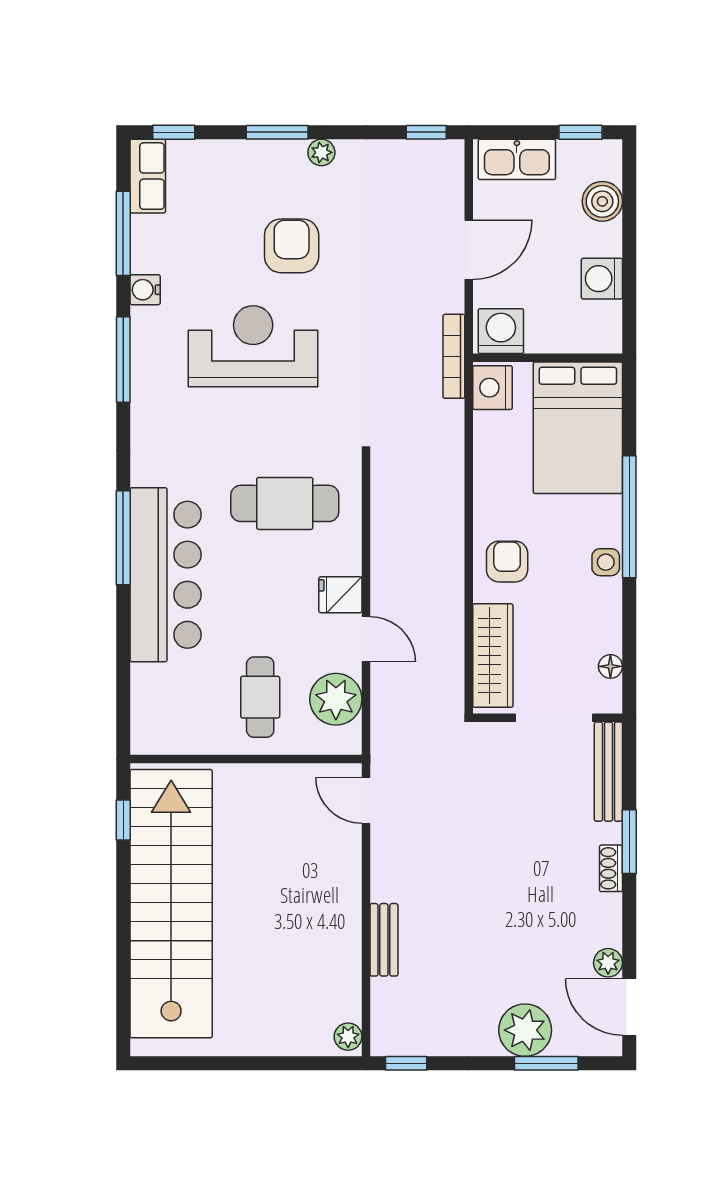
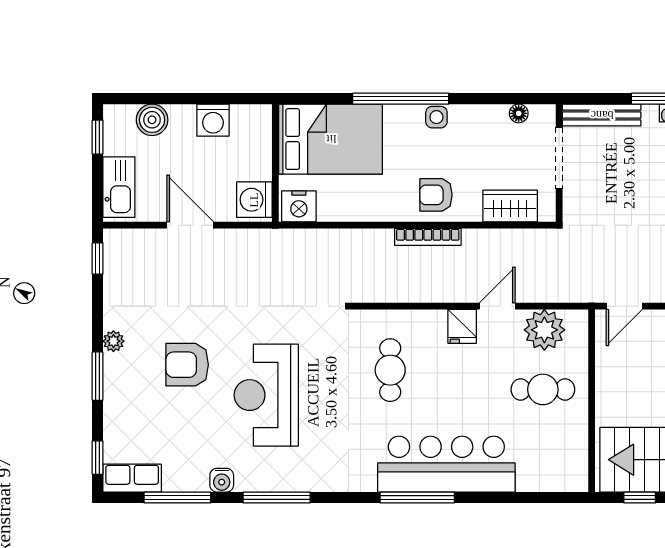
bookcase: (454, 356) -> (428, 237), moved
cafe table: (285, 503) -> (390, 370), width x0.73, depth x0.74
wardrobe: (493, 656) -> (510, 206), width x0.67

